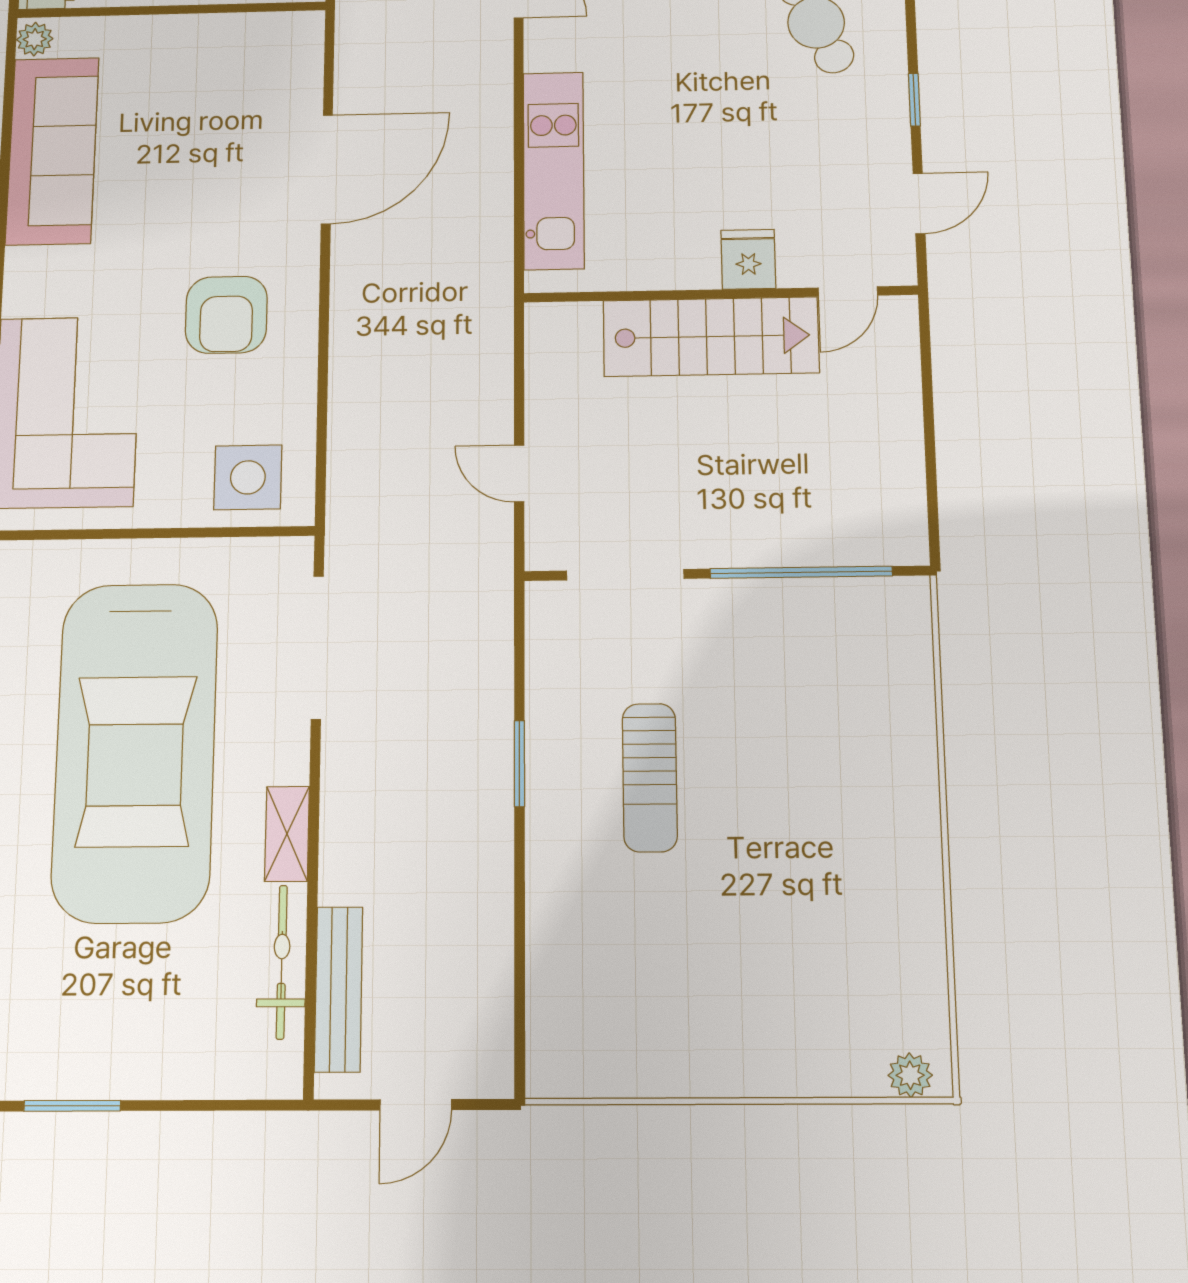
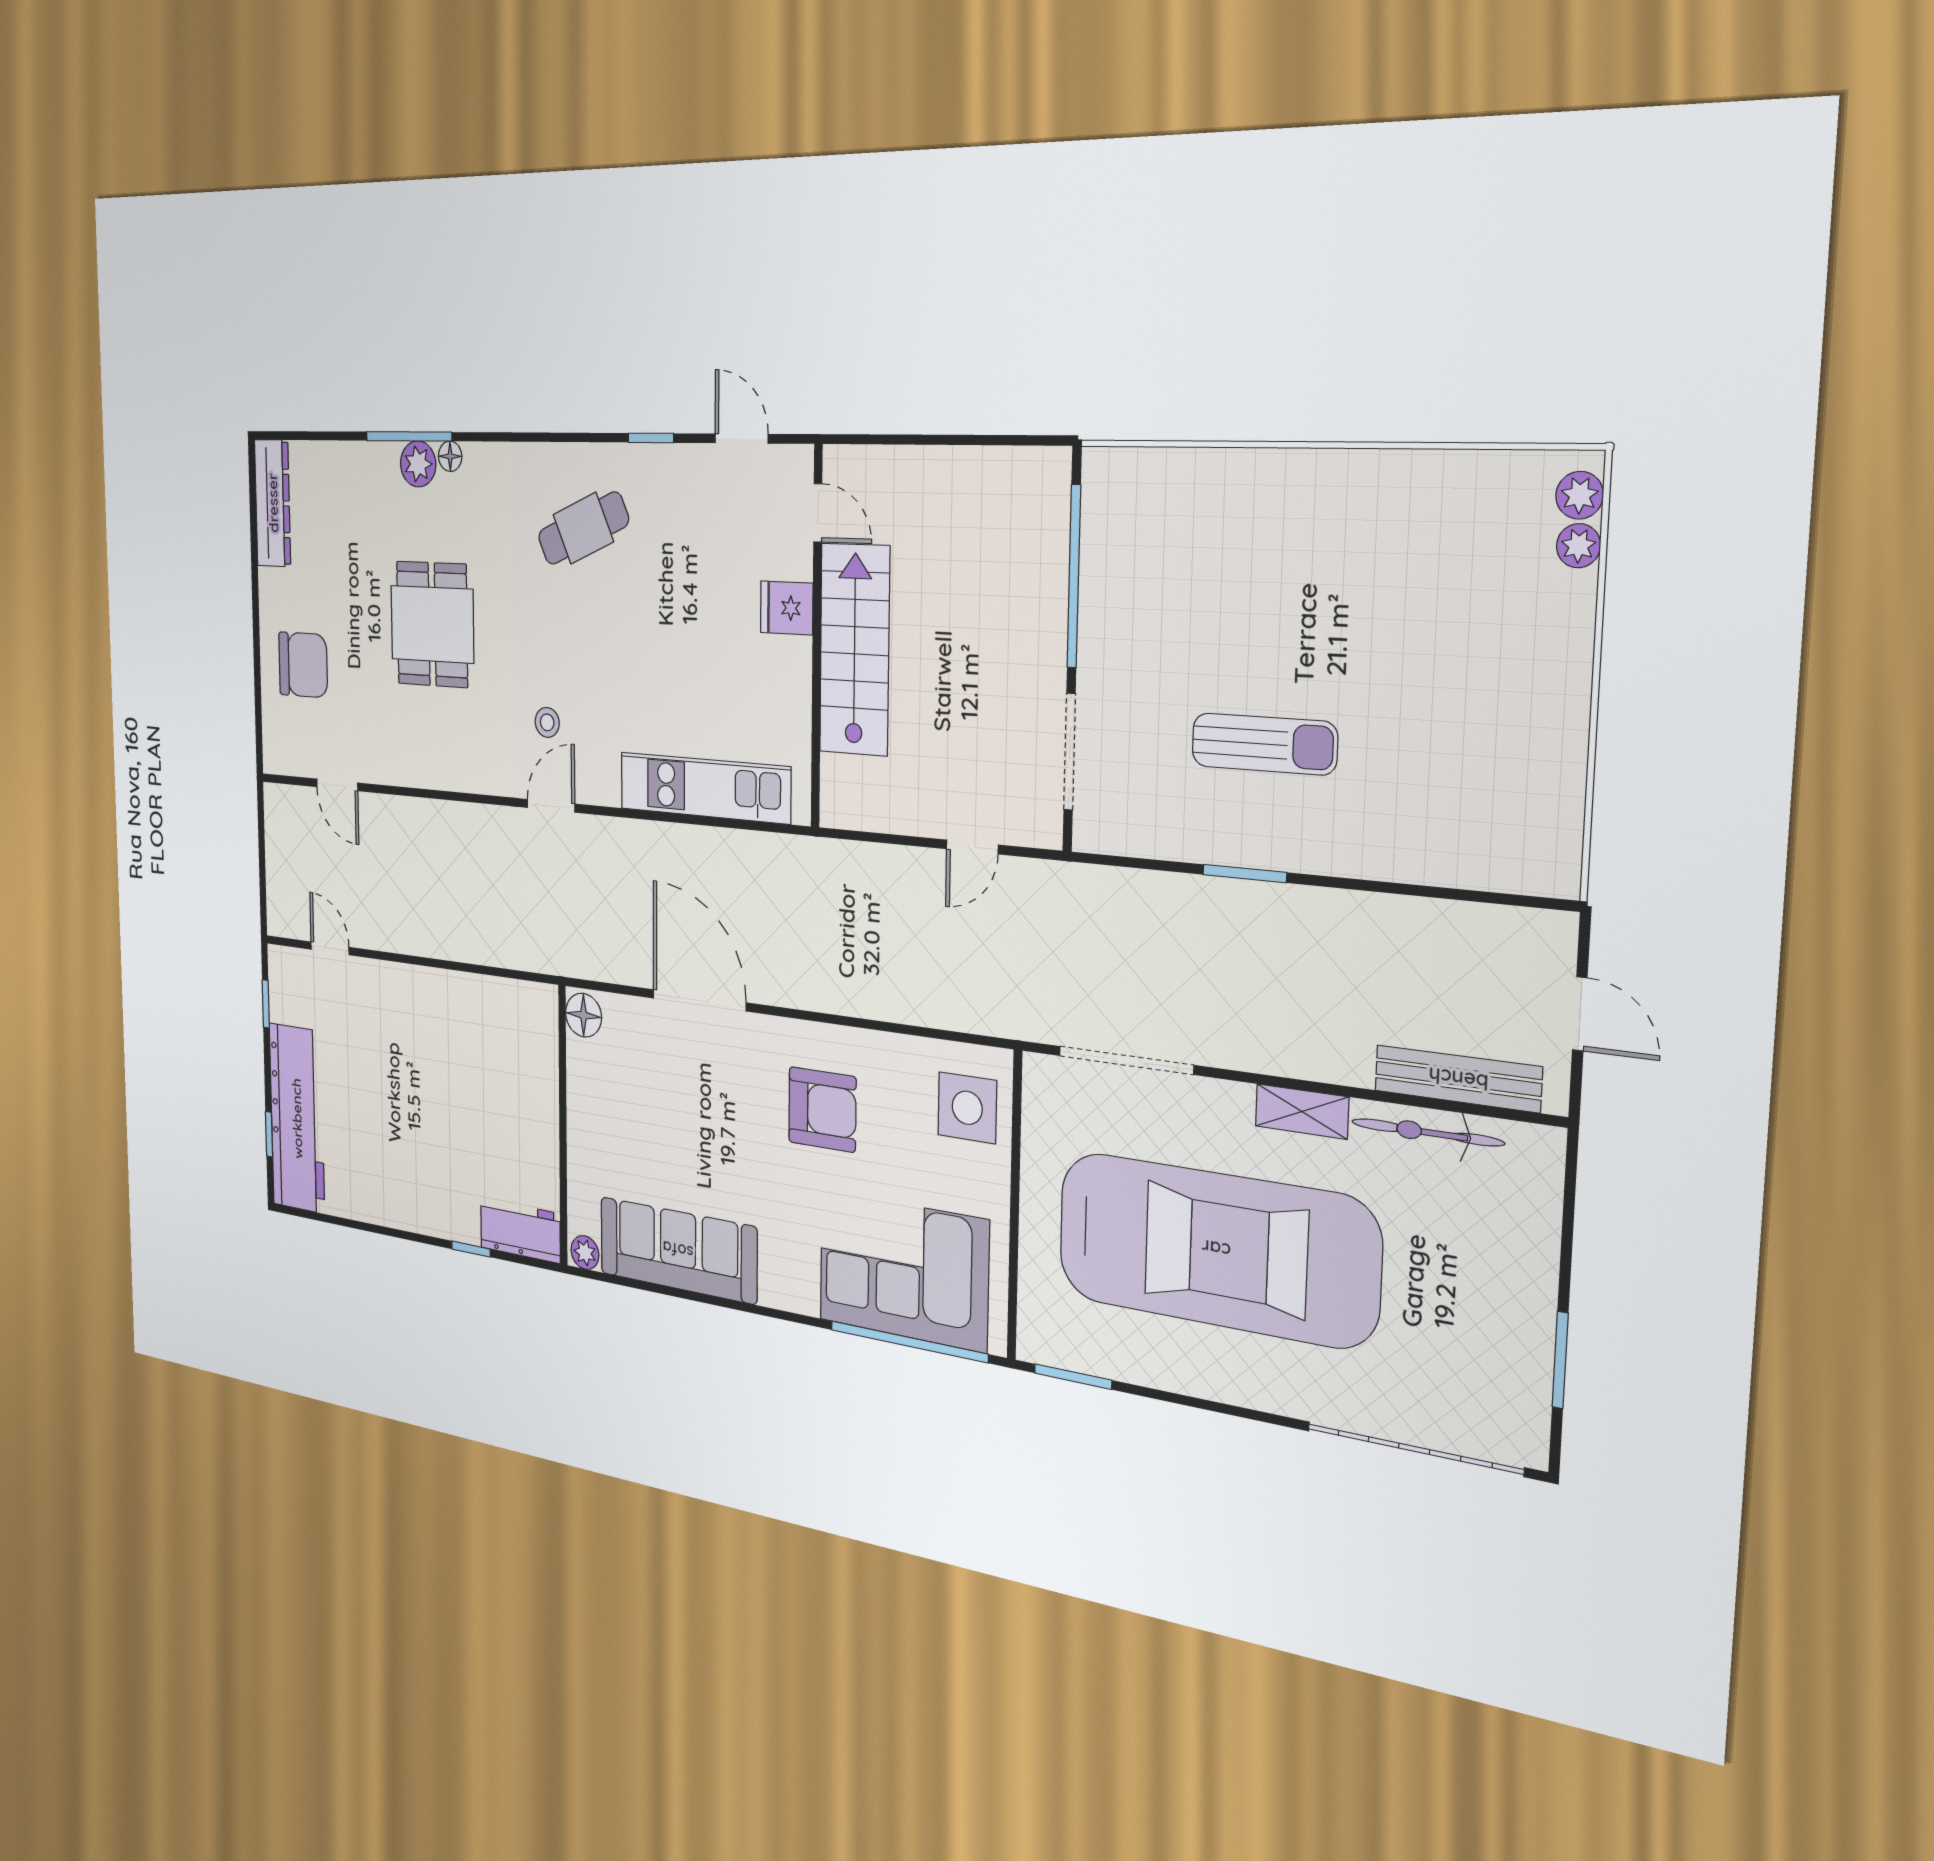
floor lamp: (296, 33) -> (584, 1015), added
plant: (863, 1077) -> (1578, 546), added

